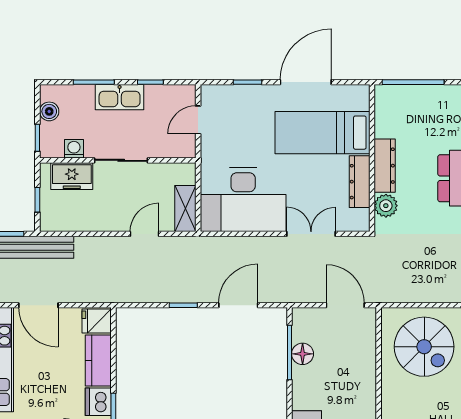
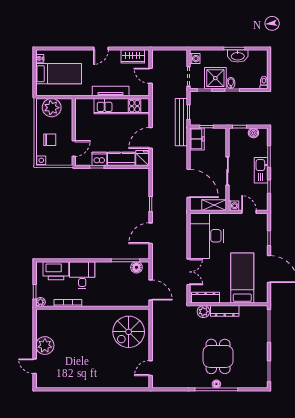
washing machine: (74, 149) -> (234, 206), moved
freezer: (72, 176) -> (197, 139), moved, turned 180
dresser: (360, 182) -> (206, 298), moved
shelving: (185, 208) -> (214, 205), moved
door: (145, 234) -> (189, 183), width x1.88
door: (38, 305) -> (151, 138), moved
door: (238, 305) -> (151, 233), swing flipped
door: (345, 305) -> (151, 290), hinge flipped
floor lamp: (303, 354) -> (136, 267), moved

